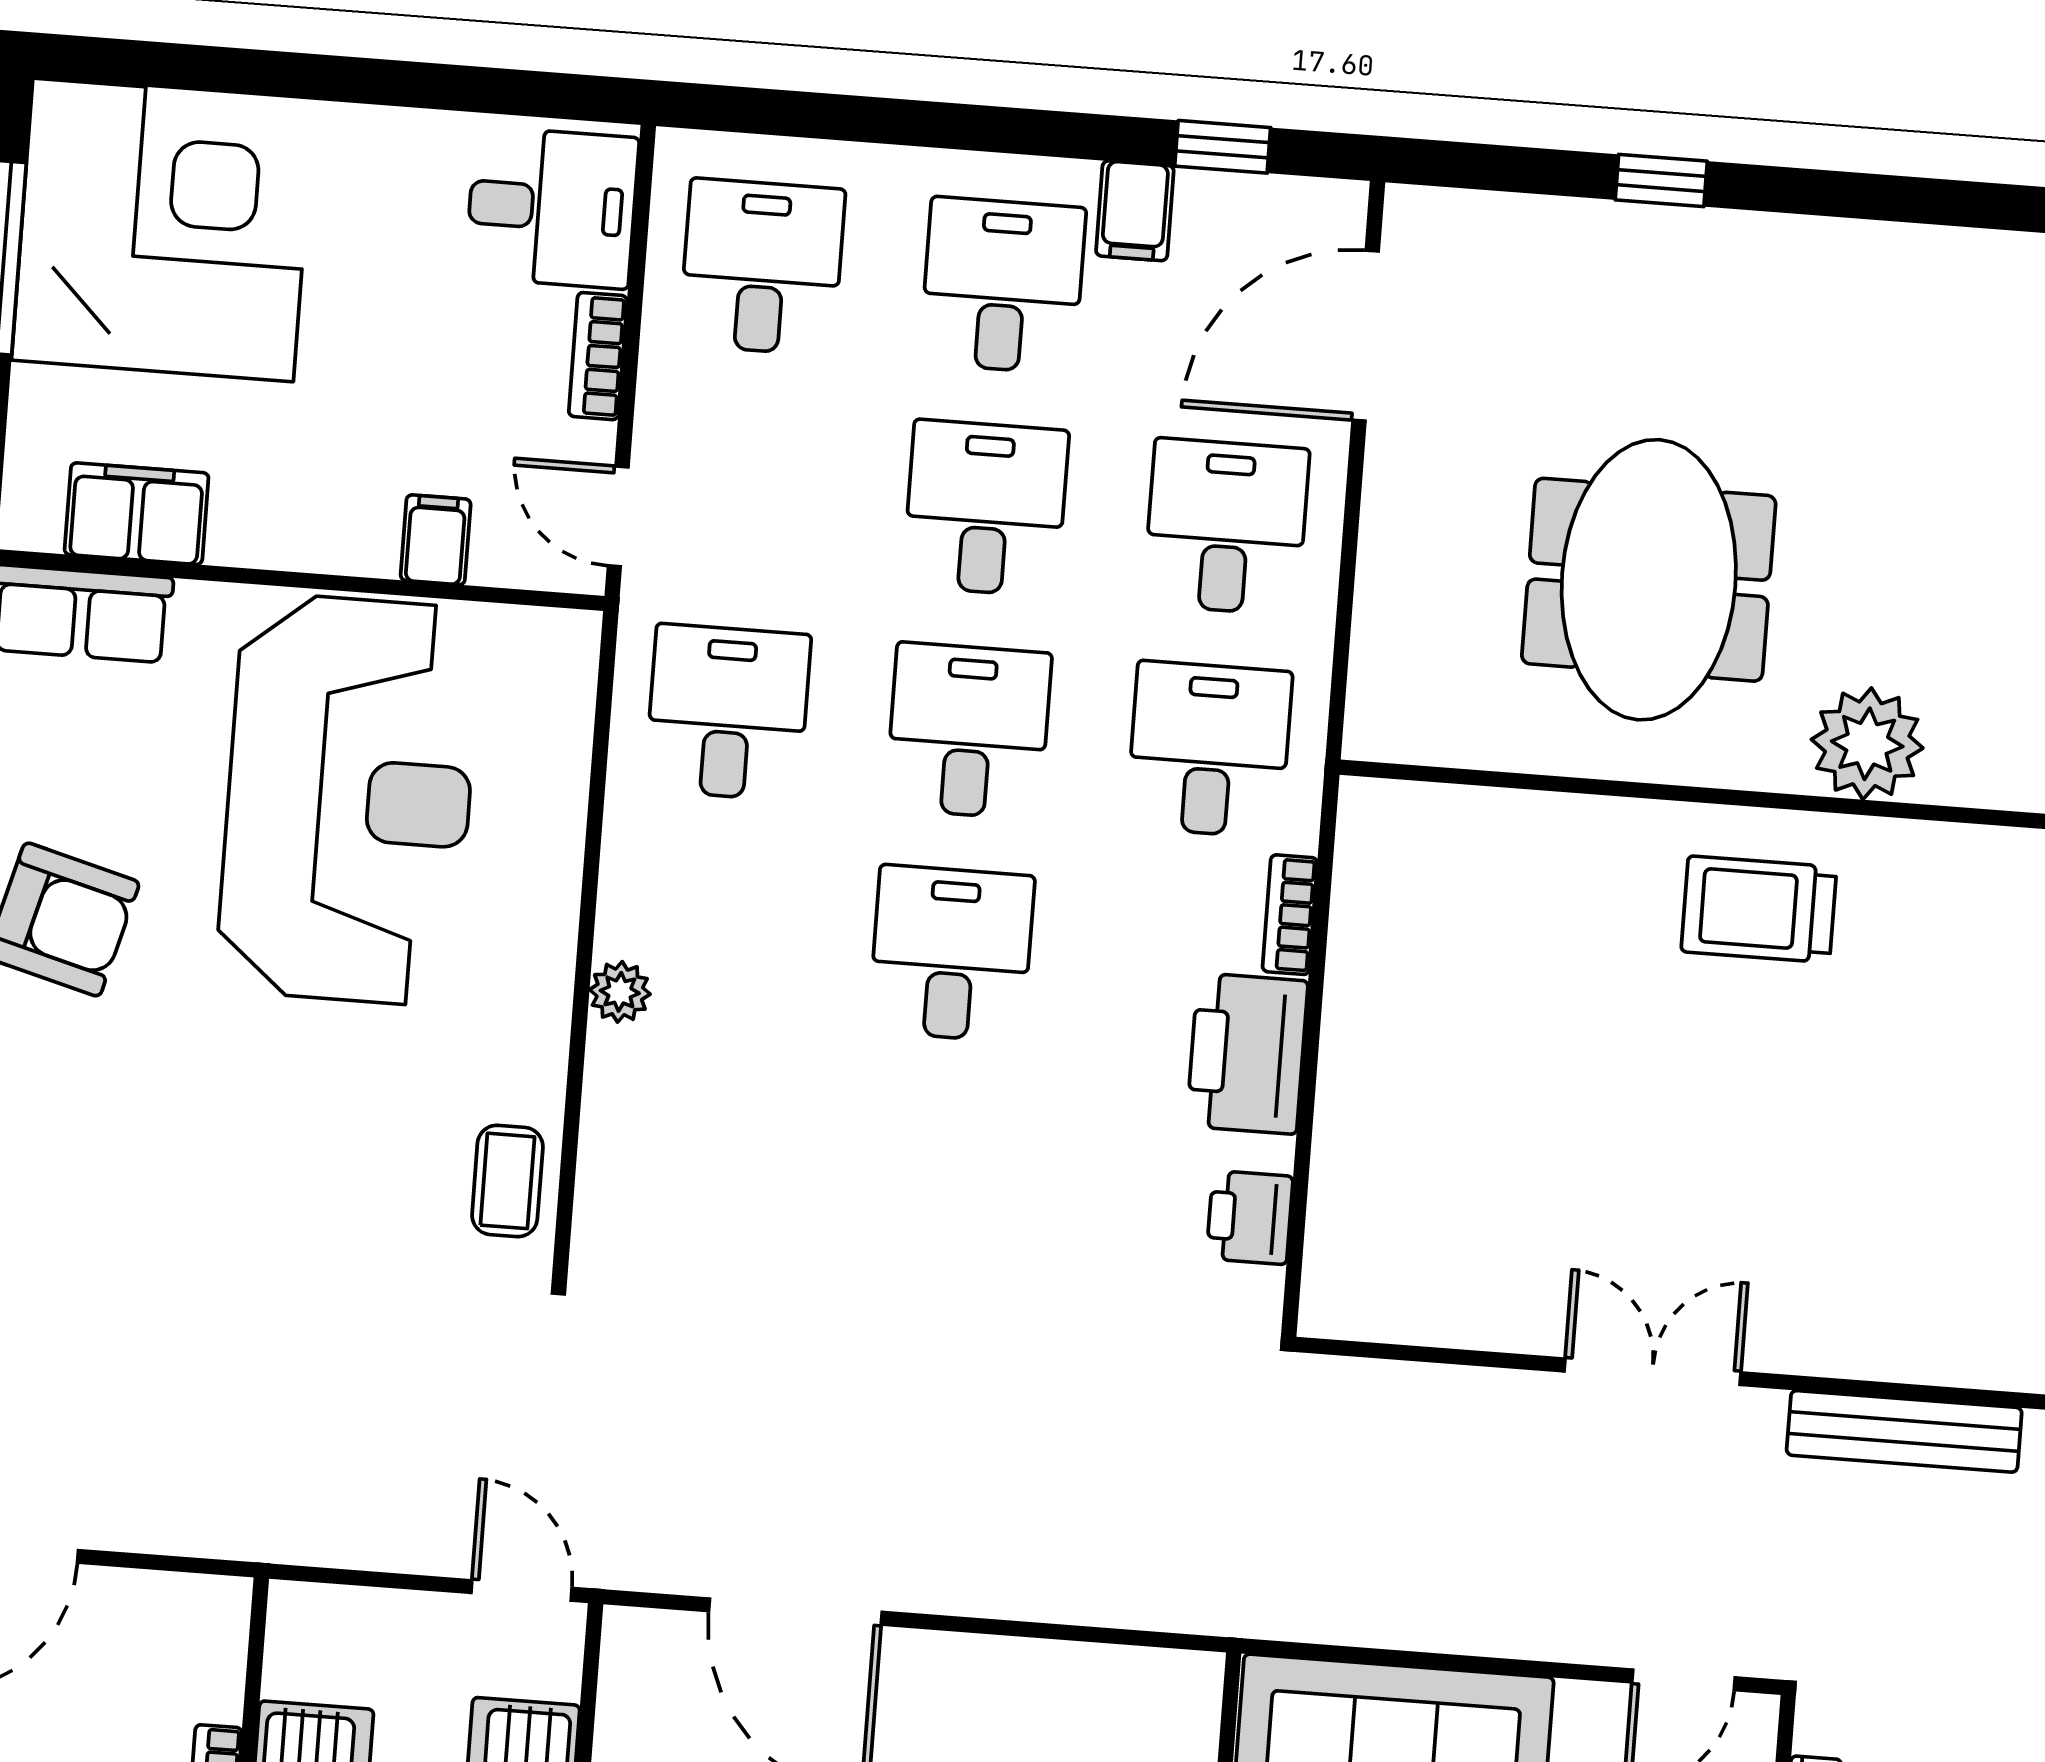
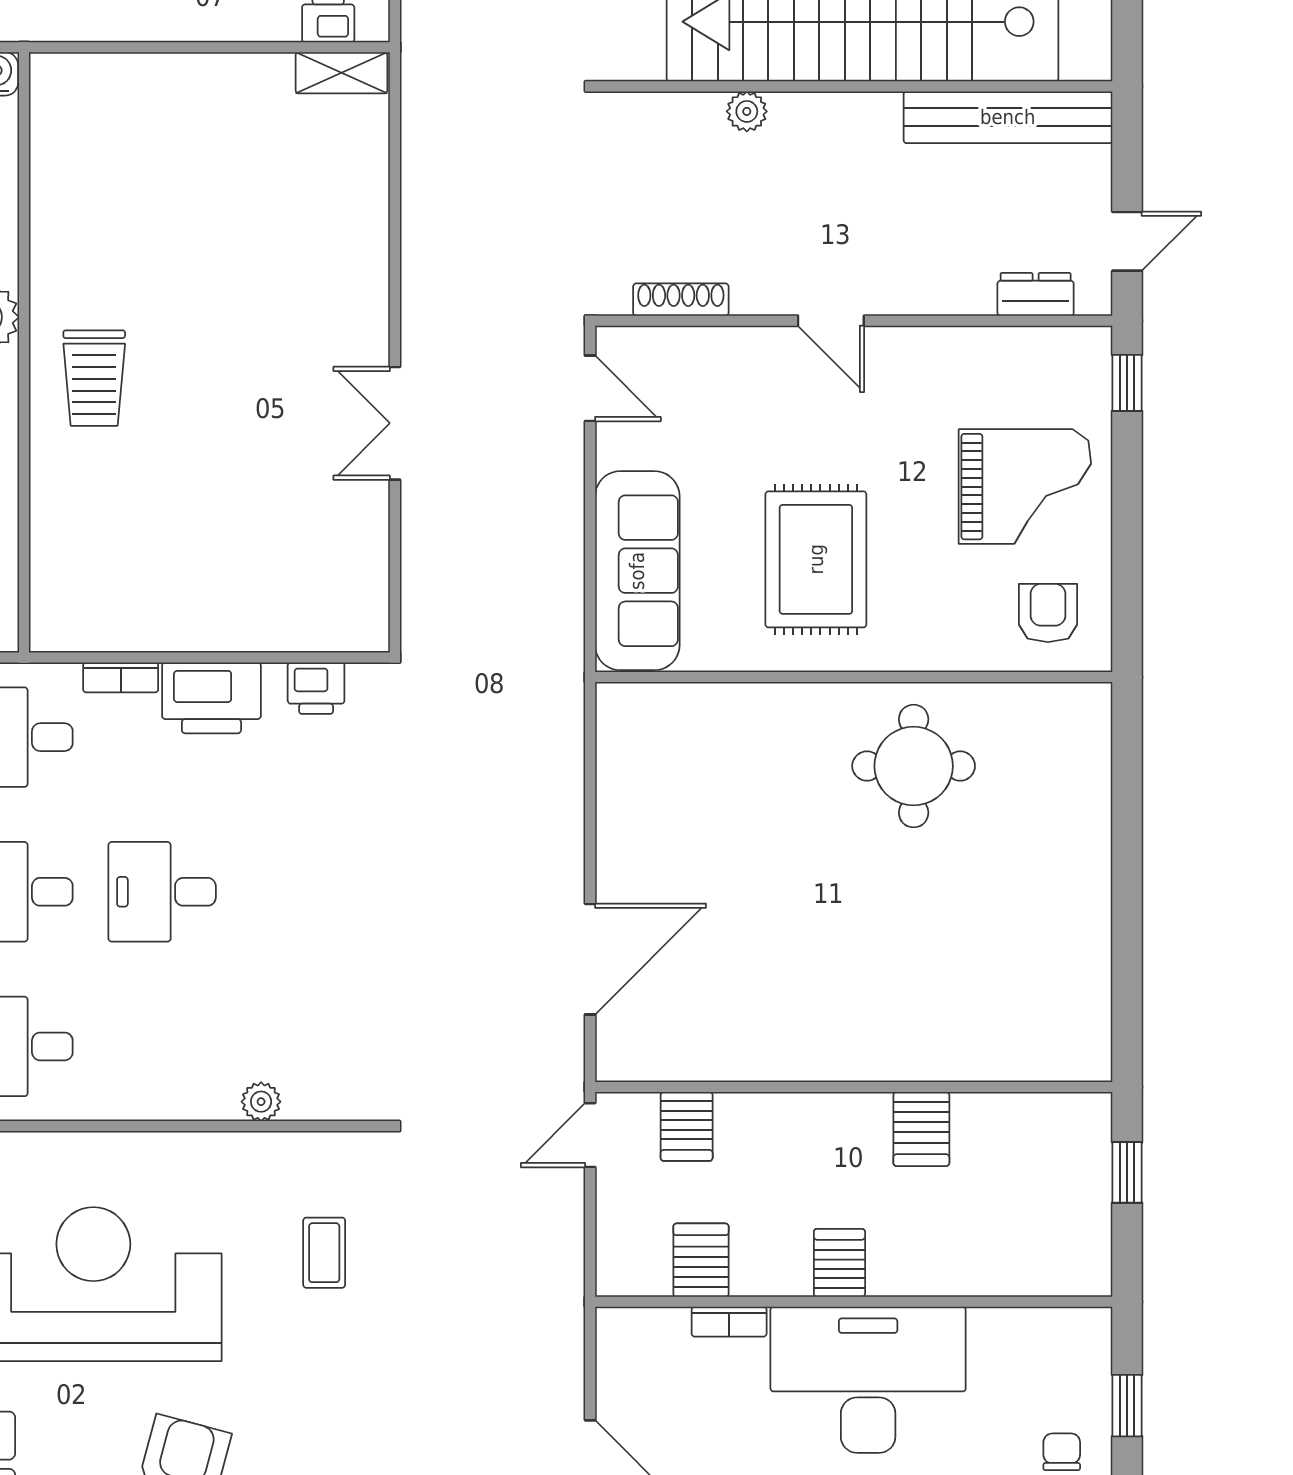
plant: (620, 992) -> (261, 1102), moved
coffee table: (507, 1181) -> (324, 1253), moved, turned 90
bench: (1904, 1431) -> (421, 260), removed

